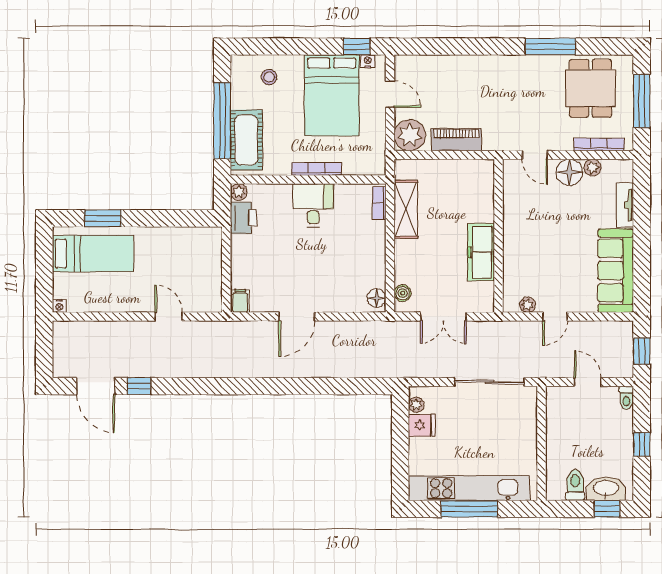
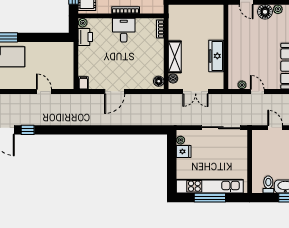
shelving: (406, 209) -> (175, 57), moved
door: (555, 317) -> (257, 92), swing flipped

